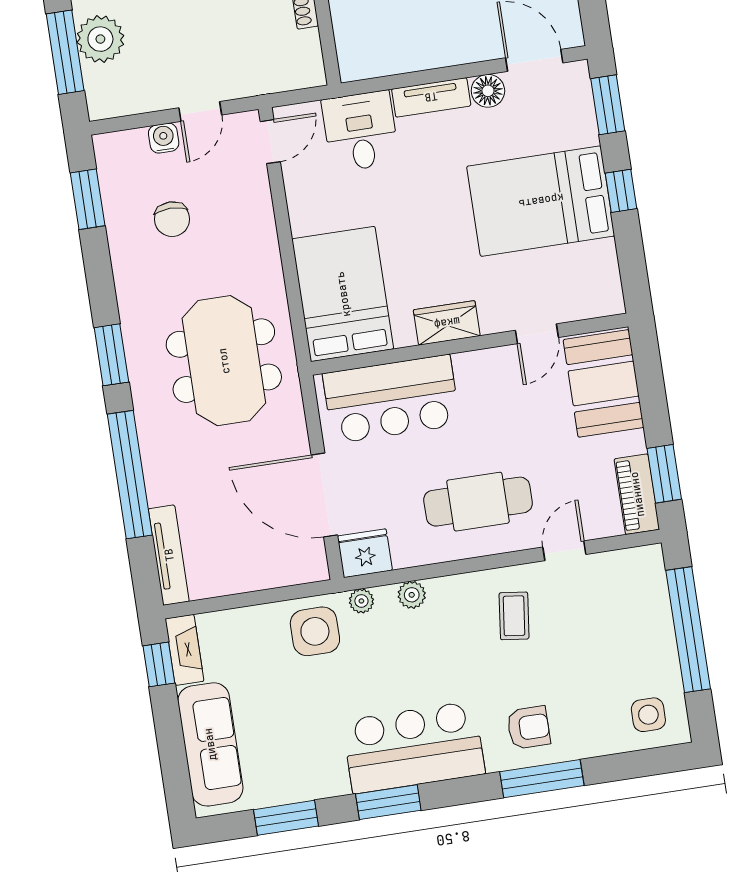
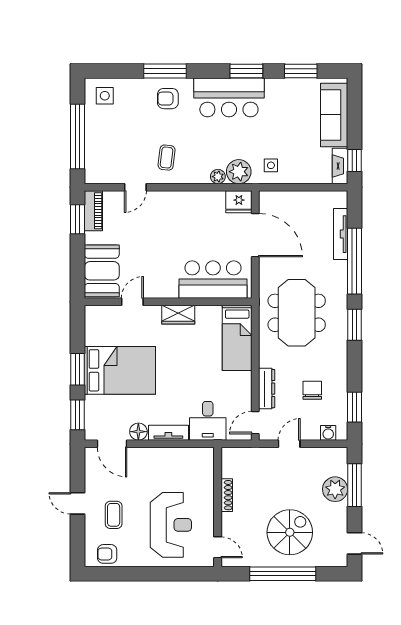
water cooler: (164, 138) -> (328, 433), moved
window: (621, 191) -> (77, 369), width x1.50
dresser: (259, 209) -> (267, 389), added
bed: (343, 294) -> (237, 338), width x0.67
cafe table: (478, 502) -> (176, 220), removed
tv unit: (169, 555) -> (341, 234), moved
plant: (361, 601) -> (239, 172), width x1.88, depth x1.88
side table: (315, 631) -> (271, 165), width x0.54, depth x0.54

